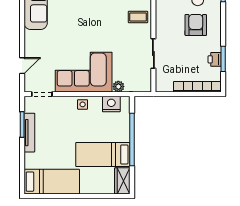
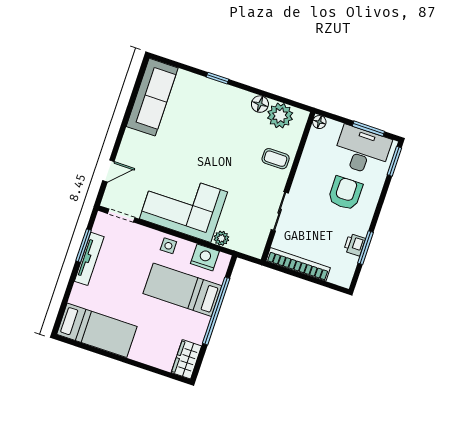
bookcase: (197, 87) -> (298, 264), moved
bed: (103, 154) -> (182, 290), moved

